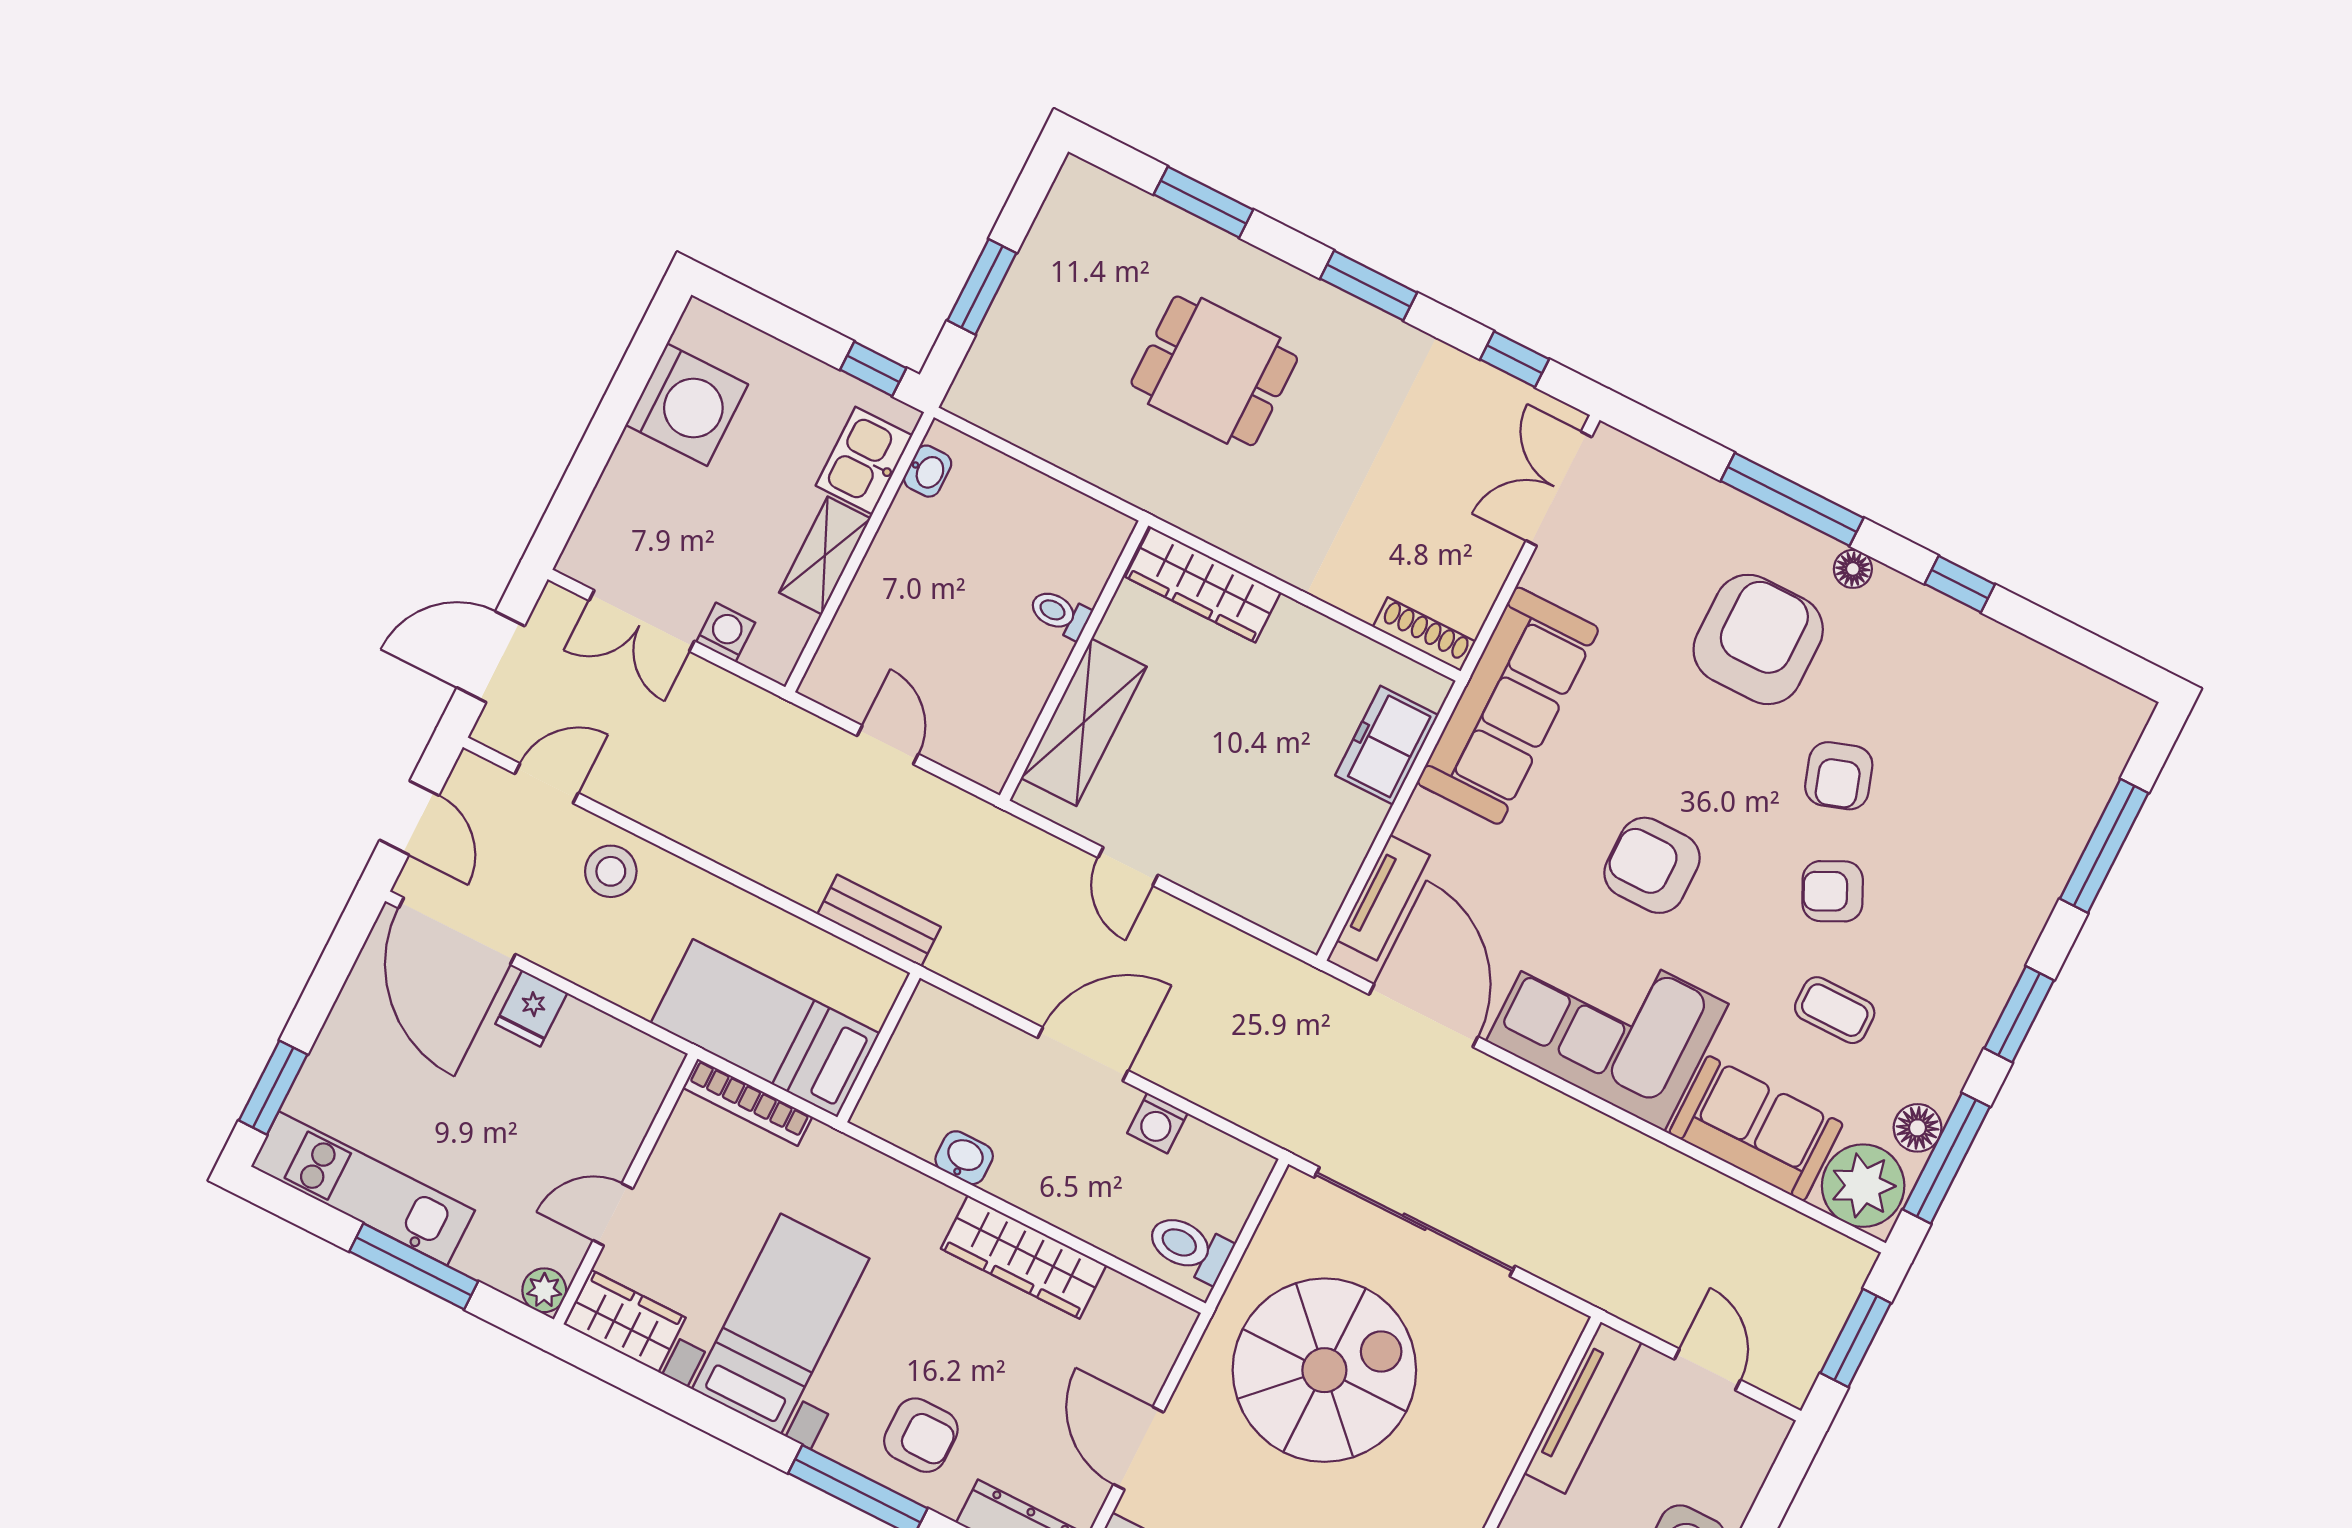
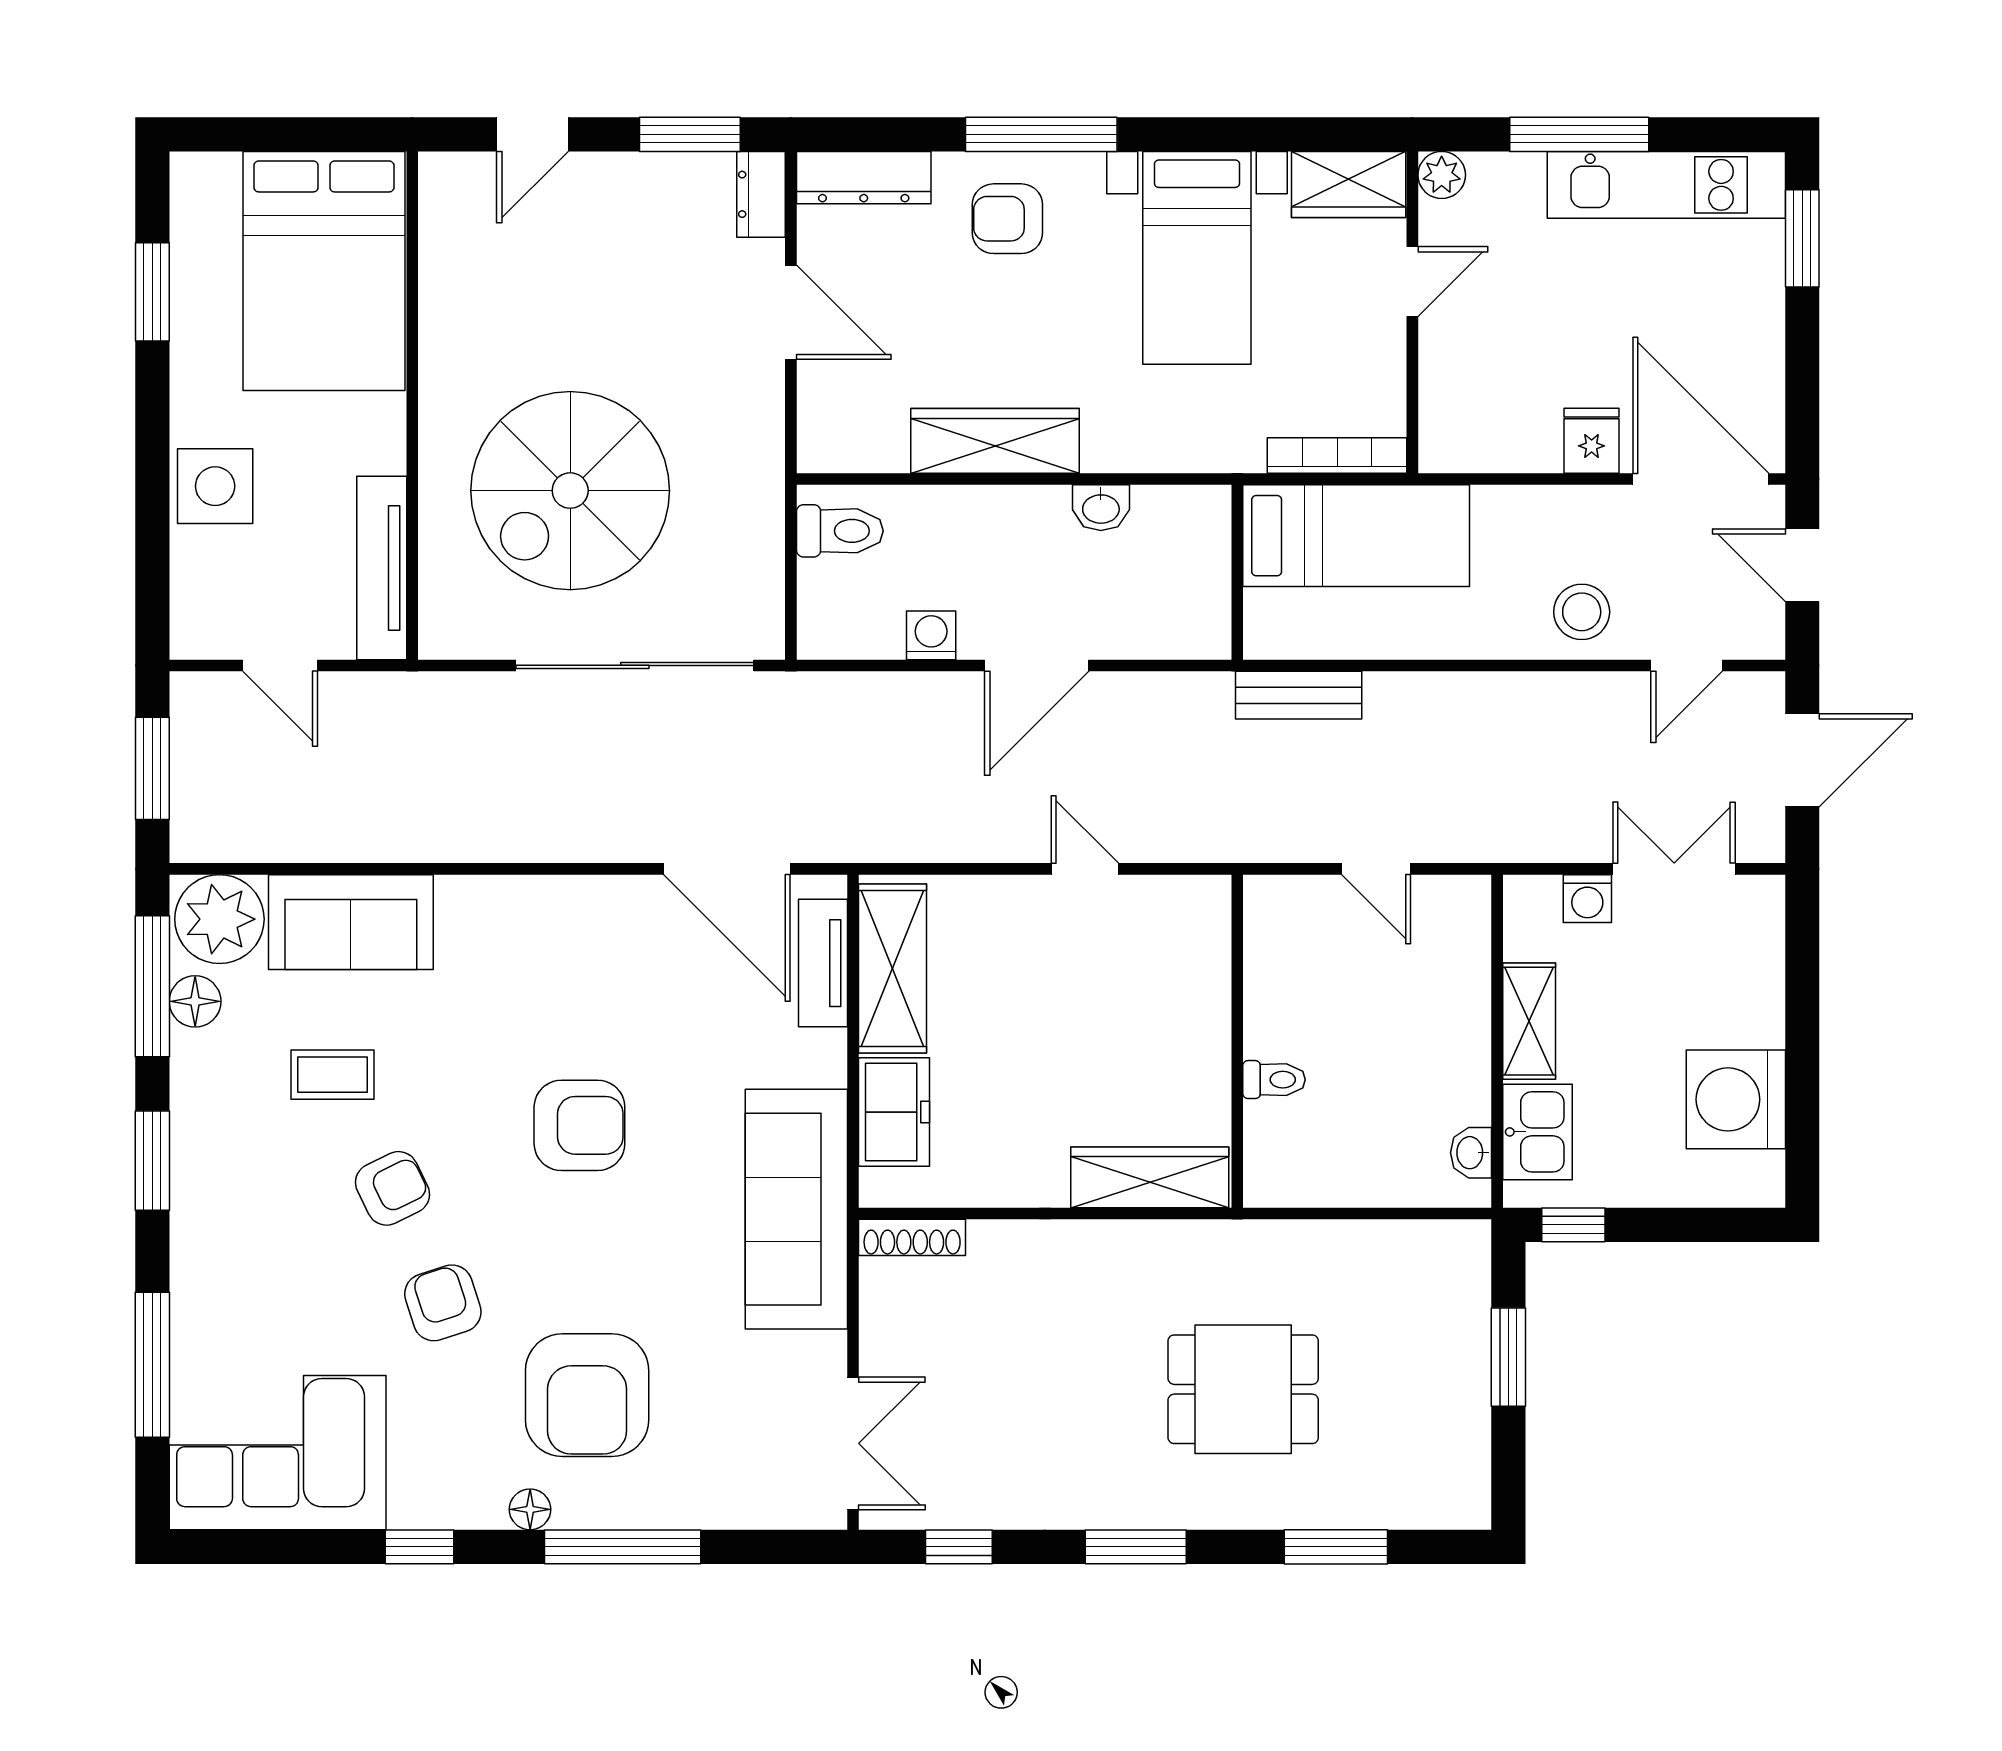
shelving: (1084, 722) -> (892, 969), moved
corner sofa: (1607, 1023) -> (278, 1453), moved, turned 180
spiral stairs: (1324, 1370) -> (570, 491), moved

